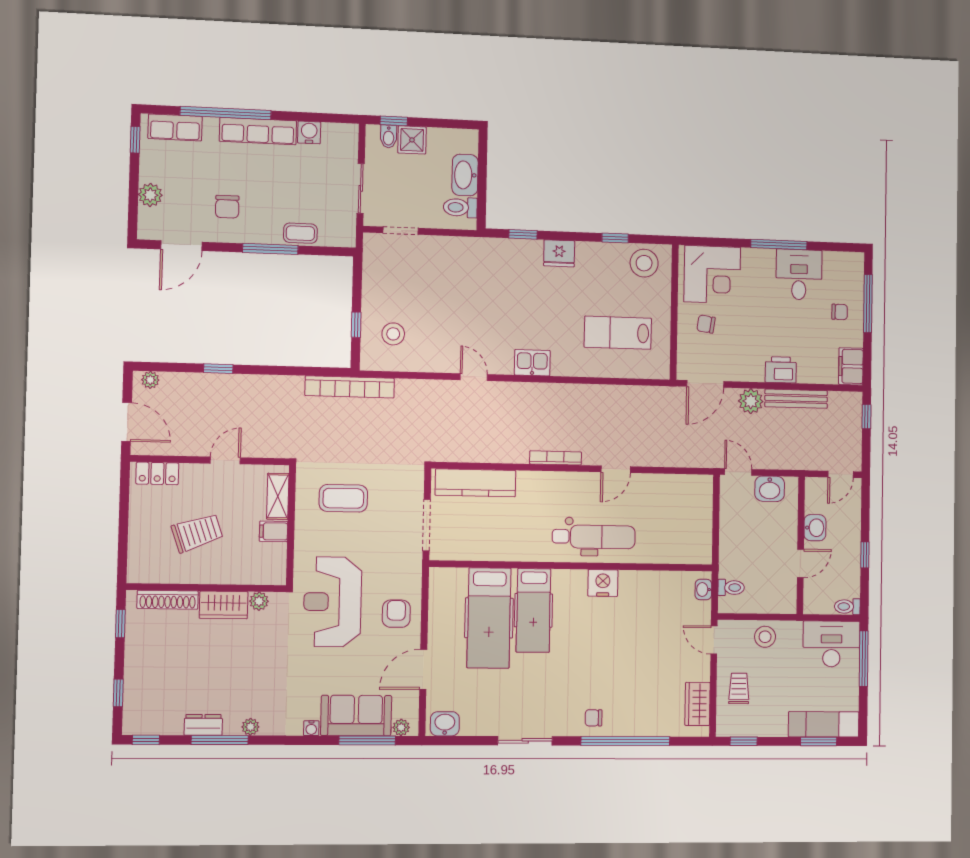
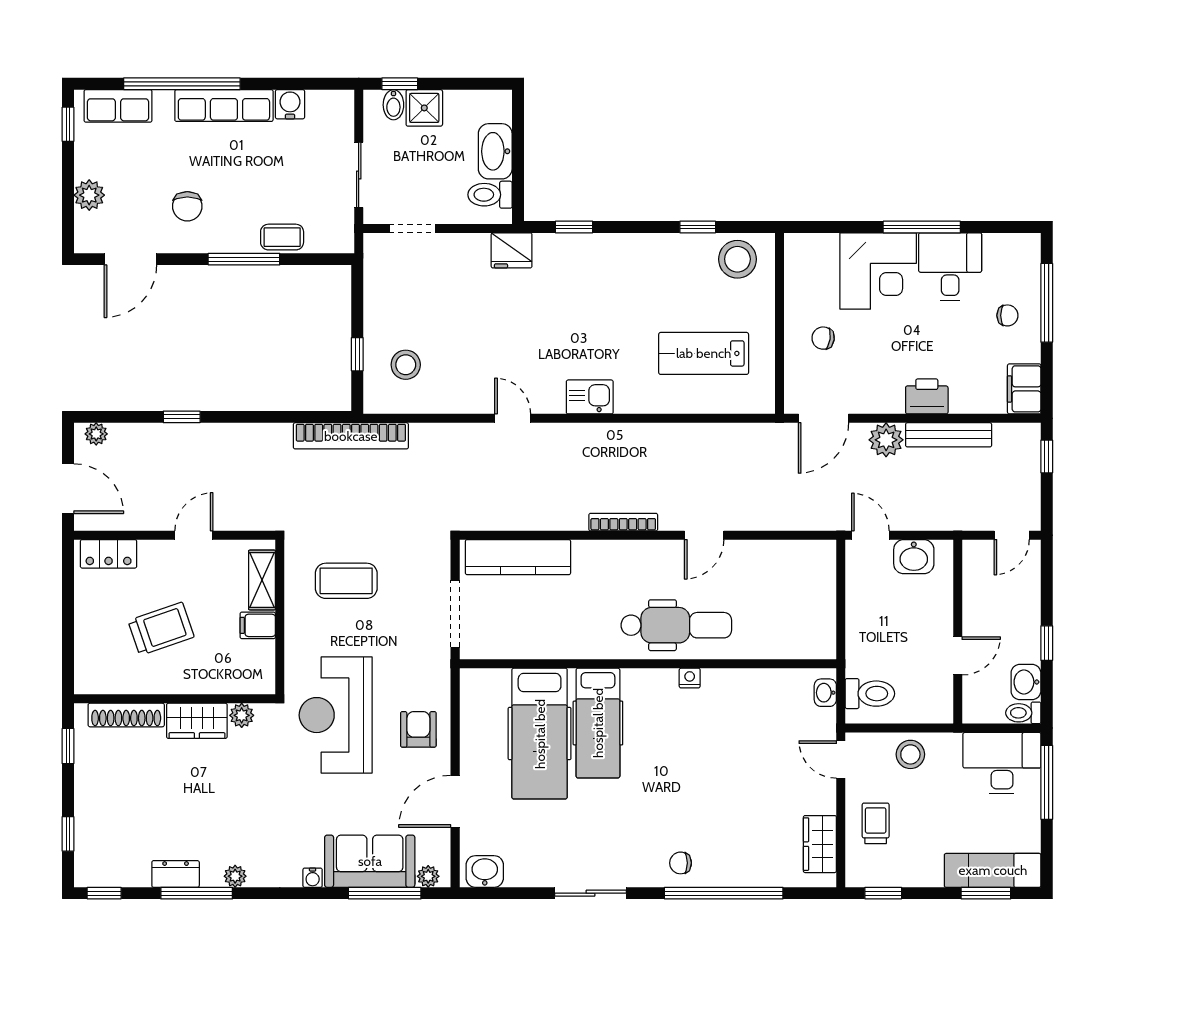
fridge: (559, 253) -> (512, 250), moved
corner desk: (712, 274) -> (878, 271), moved
washbasin: (815, 528) -> (1026, 682), moved, turned 180
nightstand: (603, 583) -> (690, 678), width x0.53, depth x0.56
toilet: (731, 588) -> (870, 694), width x1.37, depth x1.39

